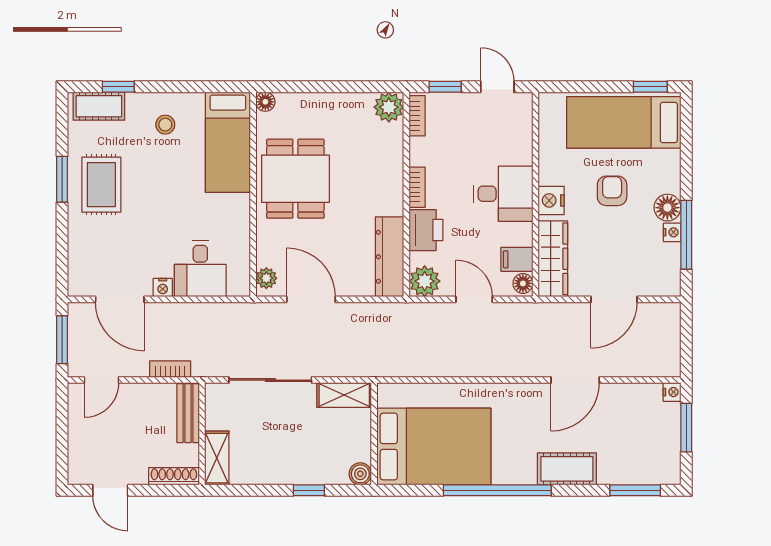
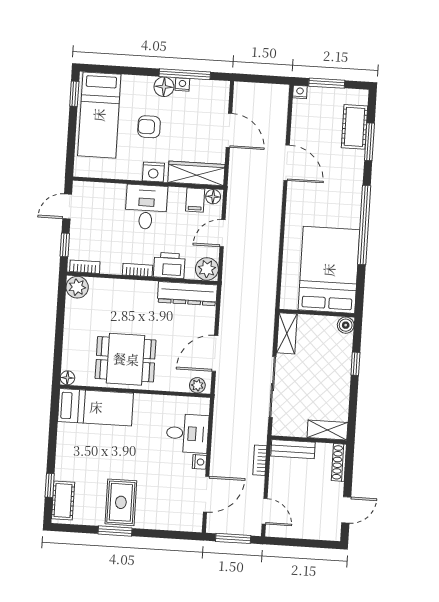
stool: (165, 125) -> (80, 453), removed
rug: (101, 185) -> (121, 502), turned 90
cot: (567, 469) -> (355, 127), moved
window: (635, 490) -> (369, 142), moved

